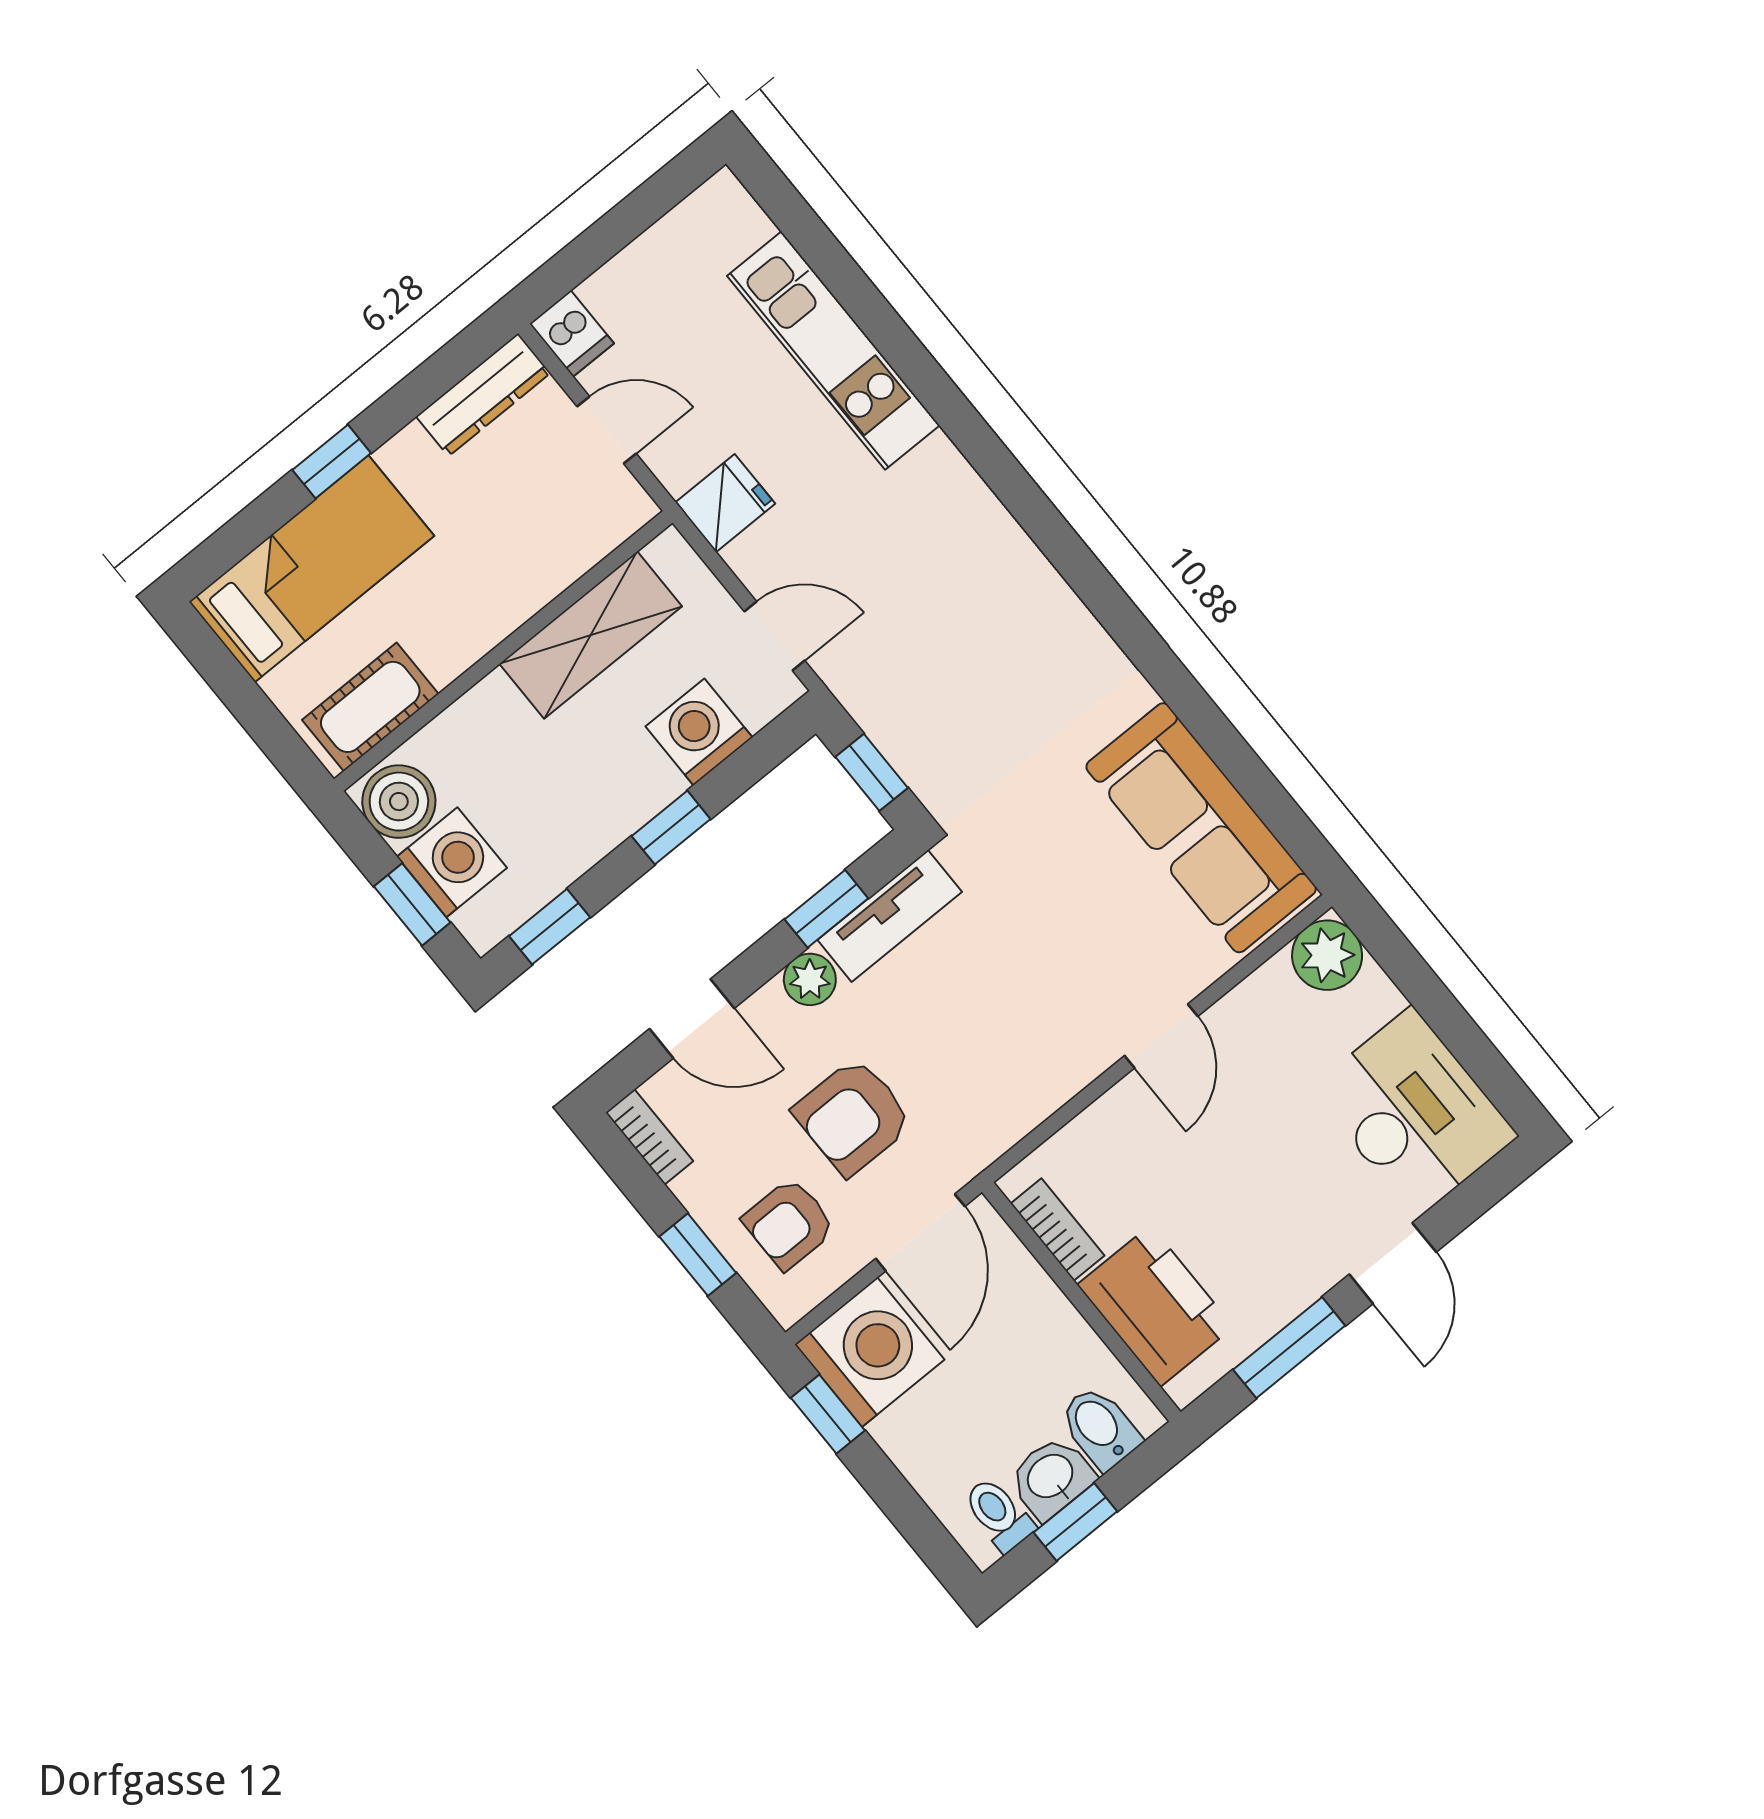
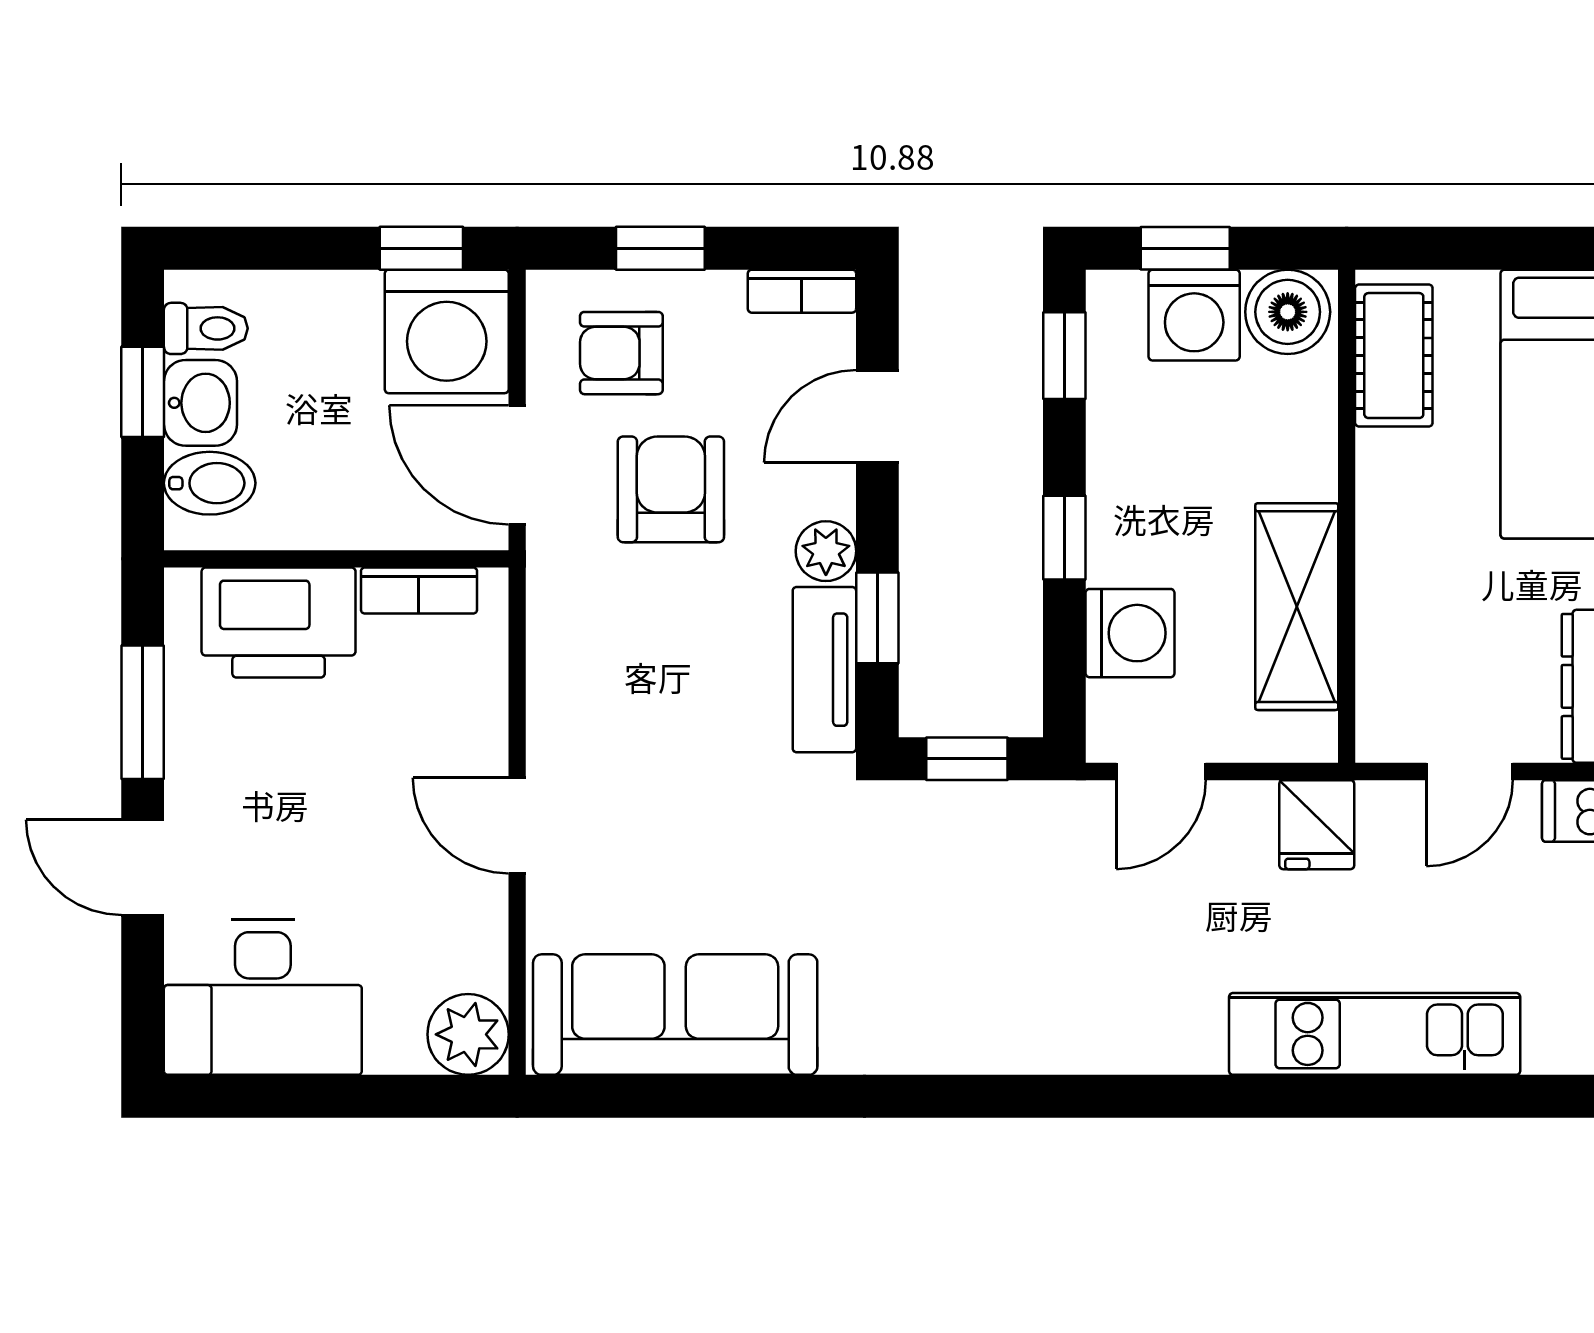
armchair: (789, 1224) -> (621, 353), turned -90

